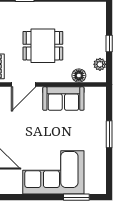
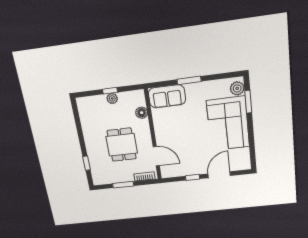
plant: (100, 64) -> (112, 98), moved
sofa: (63, 99) -> (167, 96), moved, turned 90
plant: (93, 186) -> (237, 88), added

